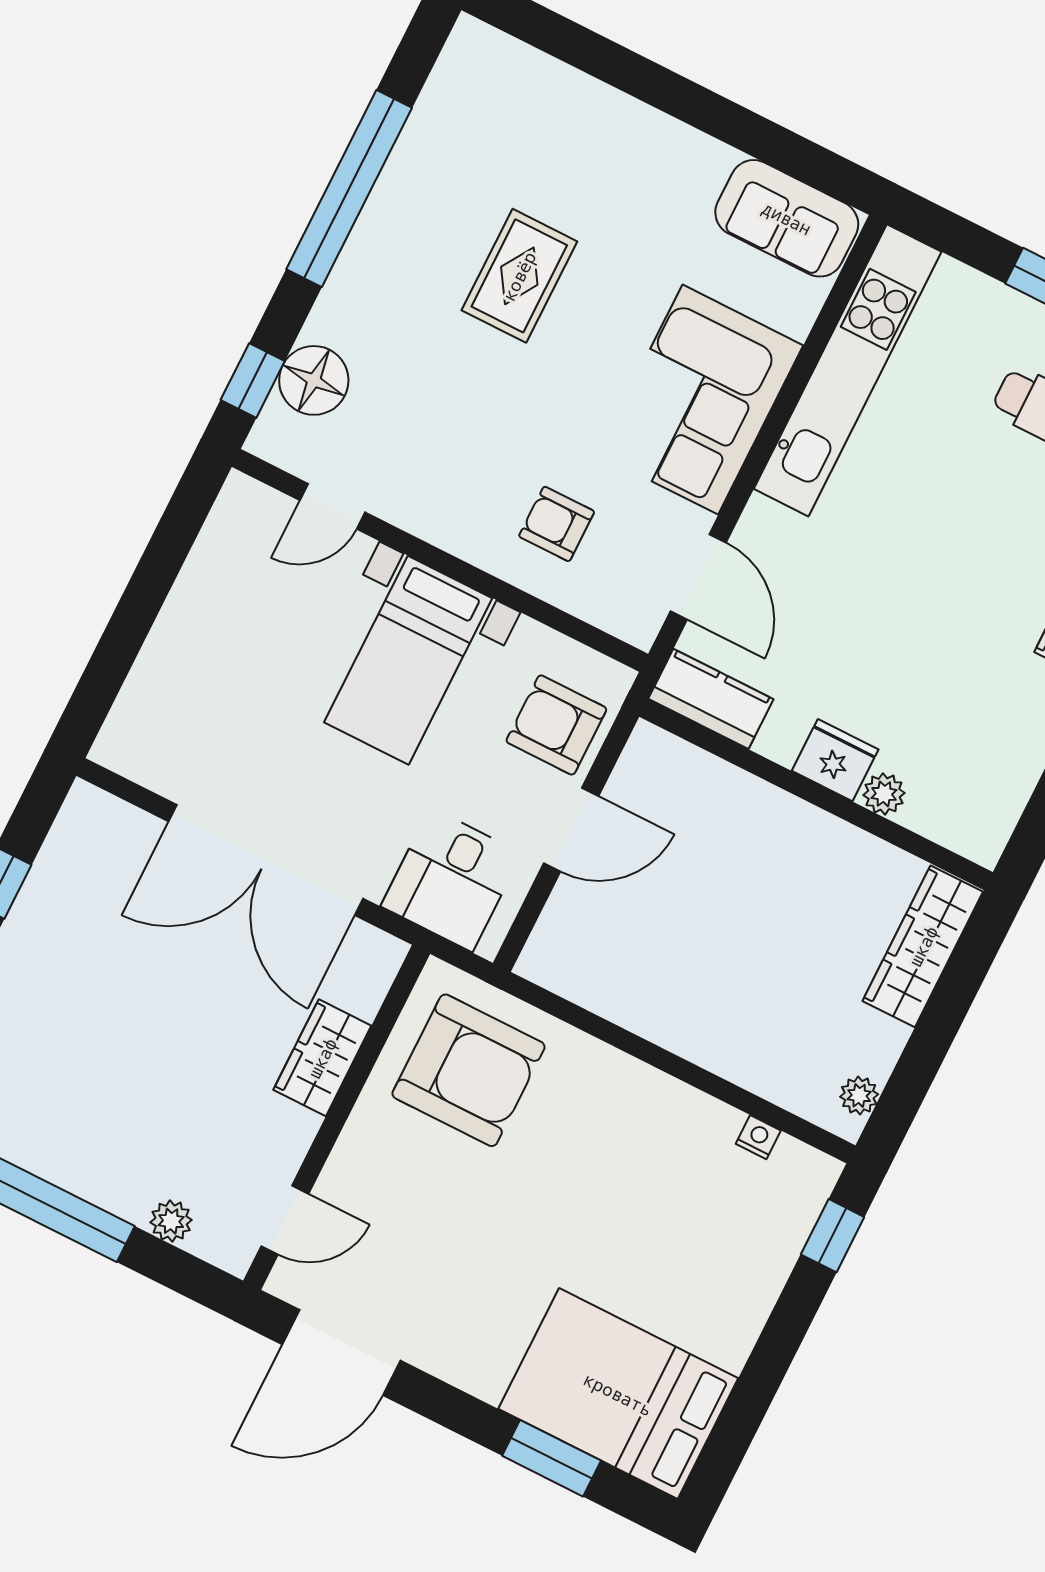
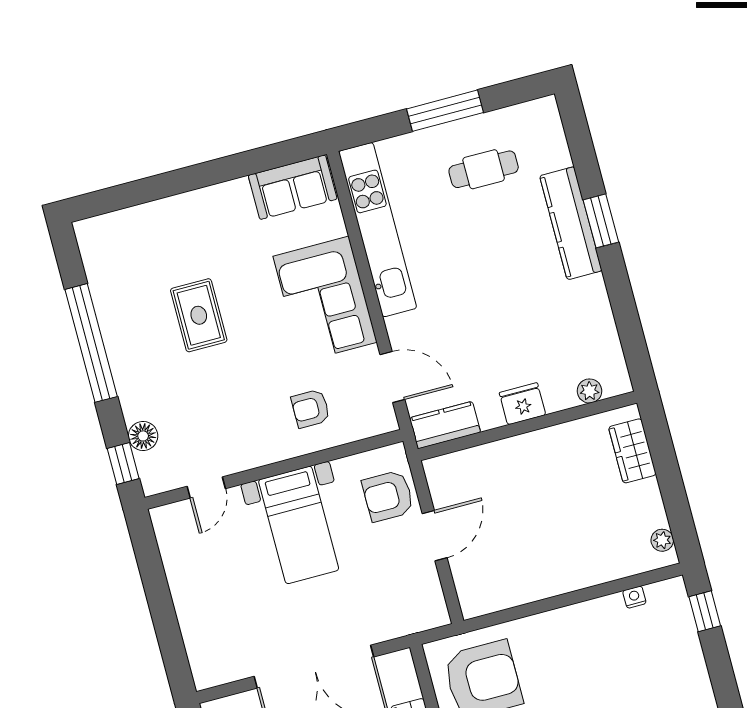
floor lamp: (314, 380) -> (143, 436), width x0.73, depth x0.73
plant: (884, 794) -> (590, 391), moved
desk: (451, 880) -> (402, 604), removed
wardrobe: (923, 946) -> (632, 451), width x0.67

